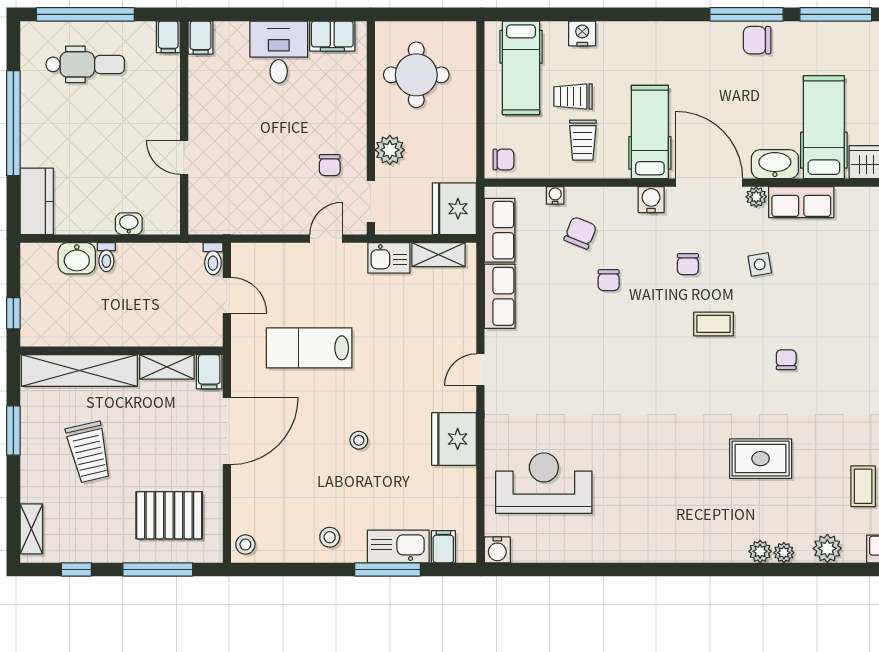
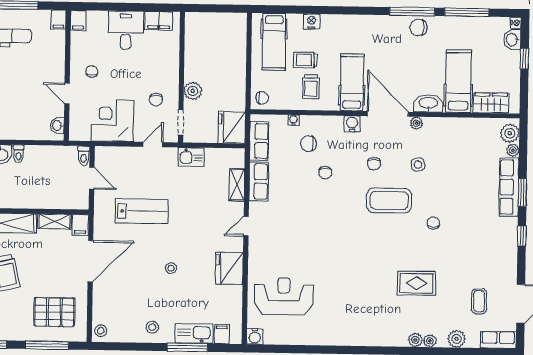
round table: (416, 75) -> (210, 45), removed
chair: (224, 121) -> (92, 71), added
corner desk: (259, 201) -> (112, 121), added
row of seats: (801, 202) -> (444, 127), removed
washbasin: (129, 224) -> (57, 126), moved, turned -90
chair: (580, 233) -> (308, 143), turned -112
shelving: (439, 255) -> (237, 185), moved, turned 90
coffee table: (713, 324) -> (389, 200), width x1.86, depth x1.72
lab bench: (309, 348) -> (142, 211), turned 180

